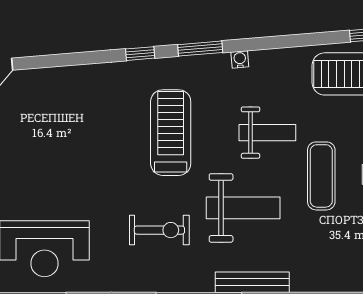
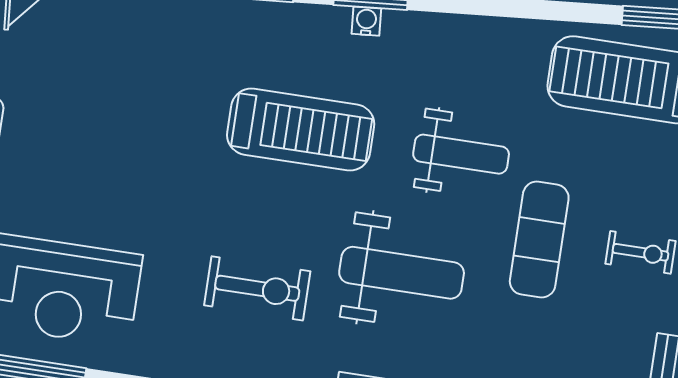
water cooler: (240, 59) -> (366, 21), moved
treadmill: (171, 133) -> (301, 130), turned 90

